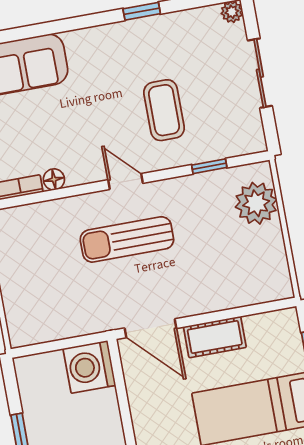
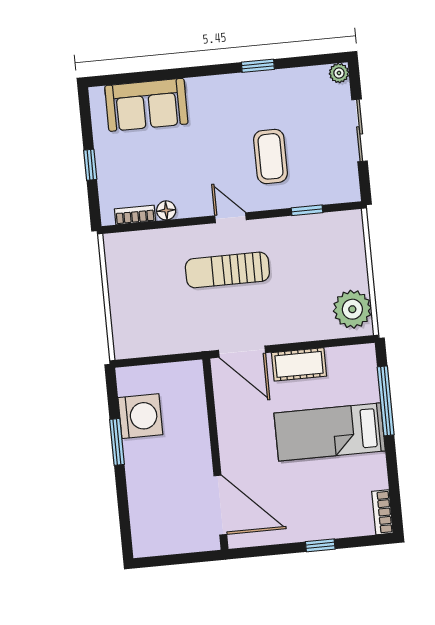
plant: (256, 203) -> (352, 309), moved
washing machine: (89, 367) -> (140, 416), moved, turned 180

